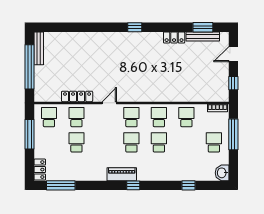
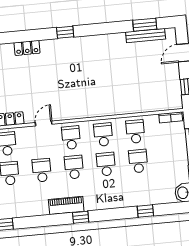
locker: (174, 38) -> (27, 48), moved
school desk: (104, 142) -> (42, 170), added
school desk: (214, 142) -> (138, 161), moved

